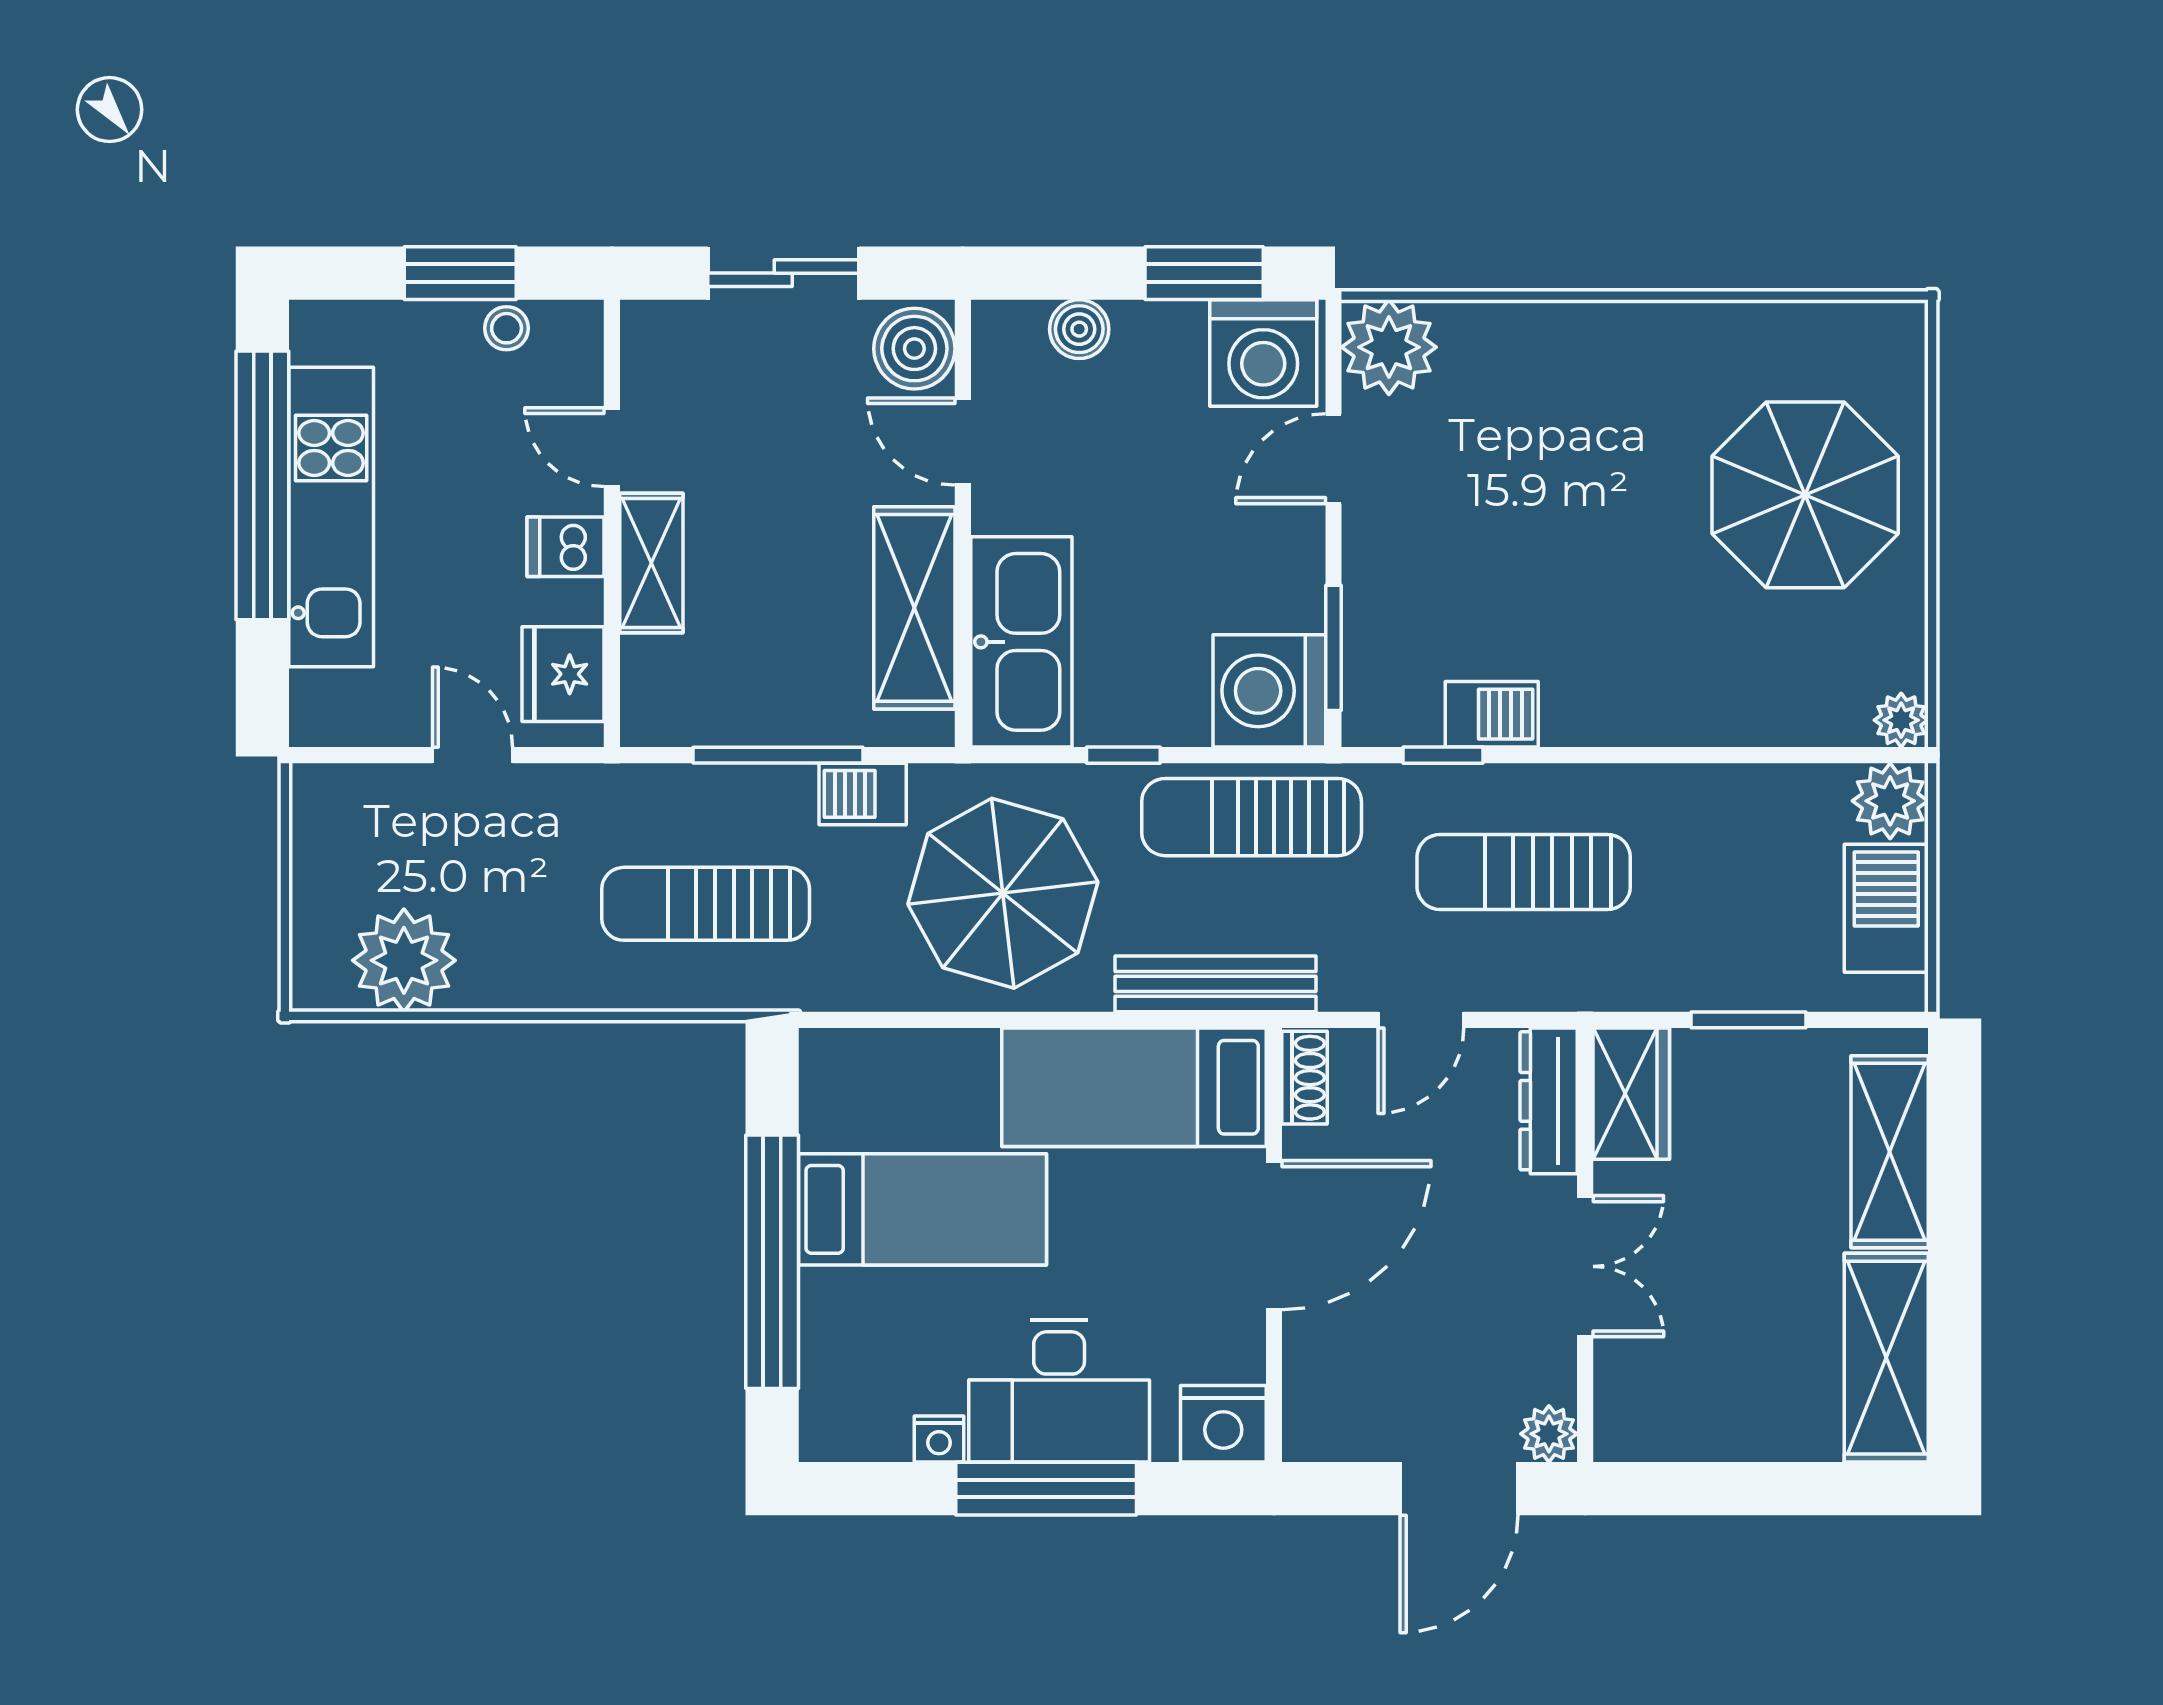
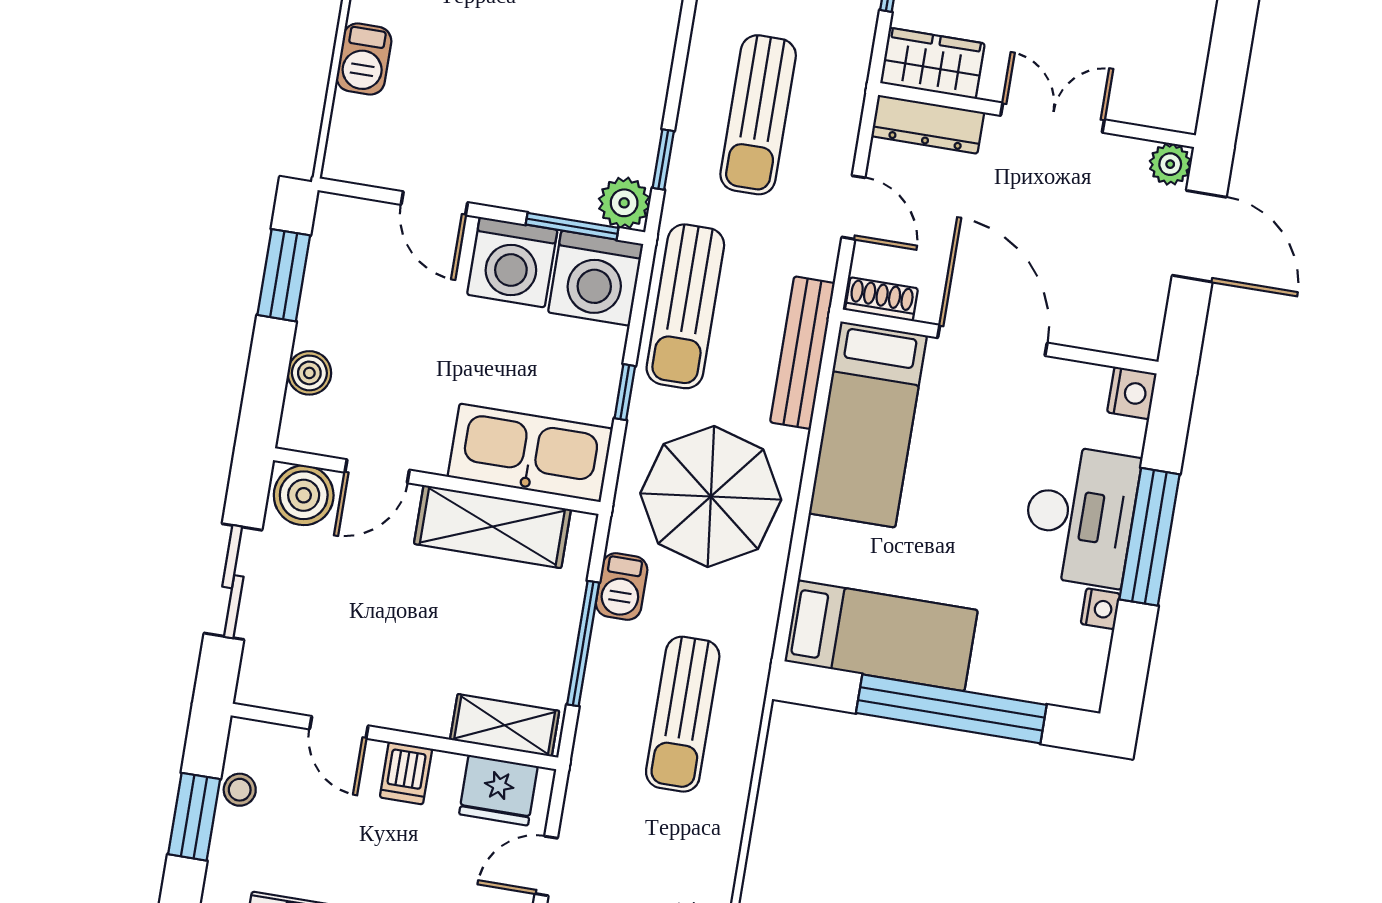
plant: (1389, 347) -> (624, 203), moved, width x0.73, depth x0.73
washing machine: (1263, 353) -> (512, 262), moved, turned 90
door: (612, 447) -> (339, 727), hinge flipped
shelving: (651, 563) -> (505, 725), moved
barbecue: (1492, 714) -> (364, 59), moved, turned 180
bed: (922, 1209) -> (881, 636), moved, turned 90
nightstand: (1223, 1424) -> (1132, 393), width x0.74, depth x0.75

